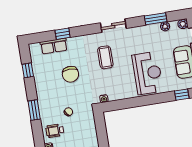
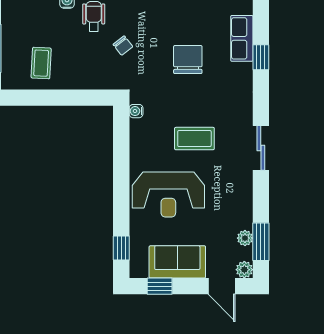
window: (156, 19) -> (261, 242), moved
coffee table: (105, 57) -> (194, 139), moved
chair: (70, 74) -> (188, 60), turned 90

